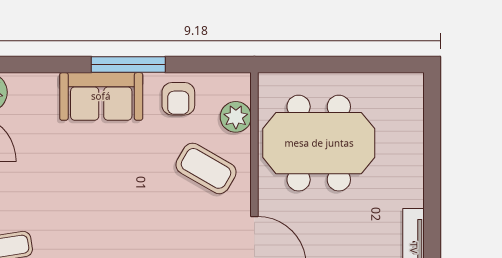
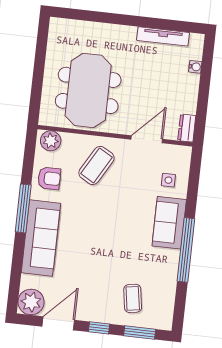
sofa: (101, 96) -> (41, 238), width x1.36
plant: (236, 117) -> (51, 141), moved

